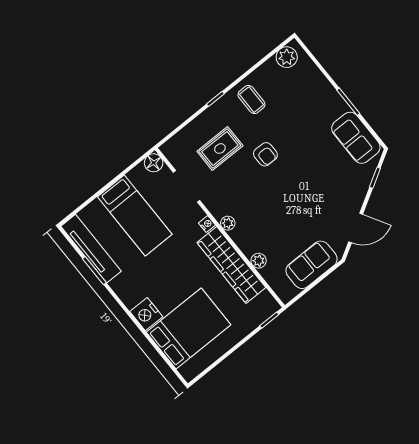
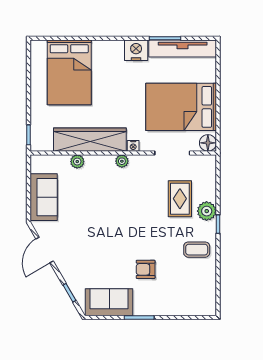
plant: (287, 57) -> (207, 211), moved
armchair: (265, 154) -> (146, 269), moved
bed: (135, 215) -> (181, 107), width x1.50
nightstand: (146, 314) -> (136, 50), moved

